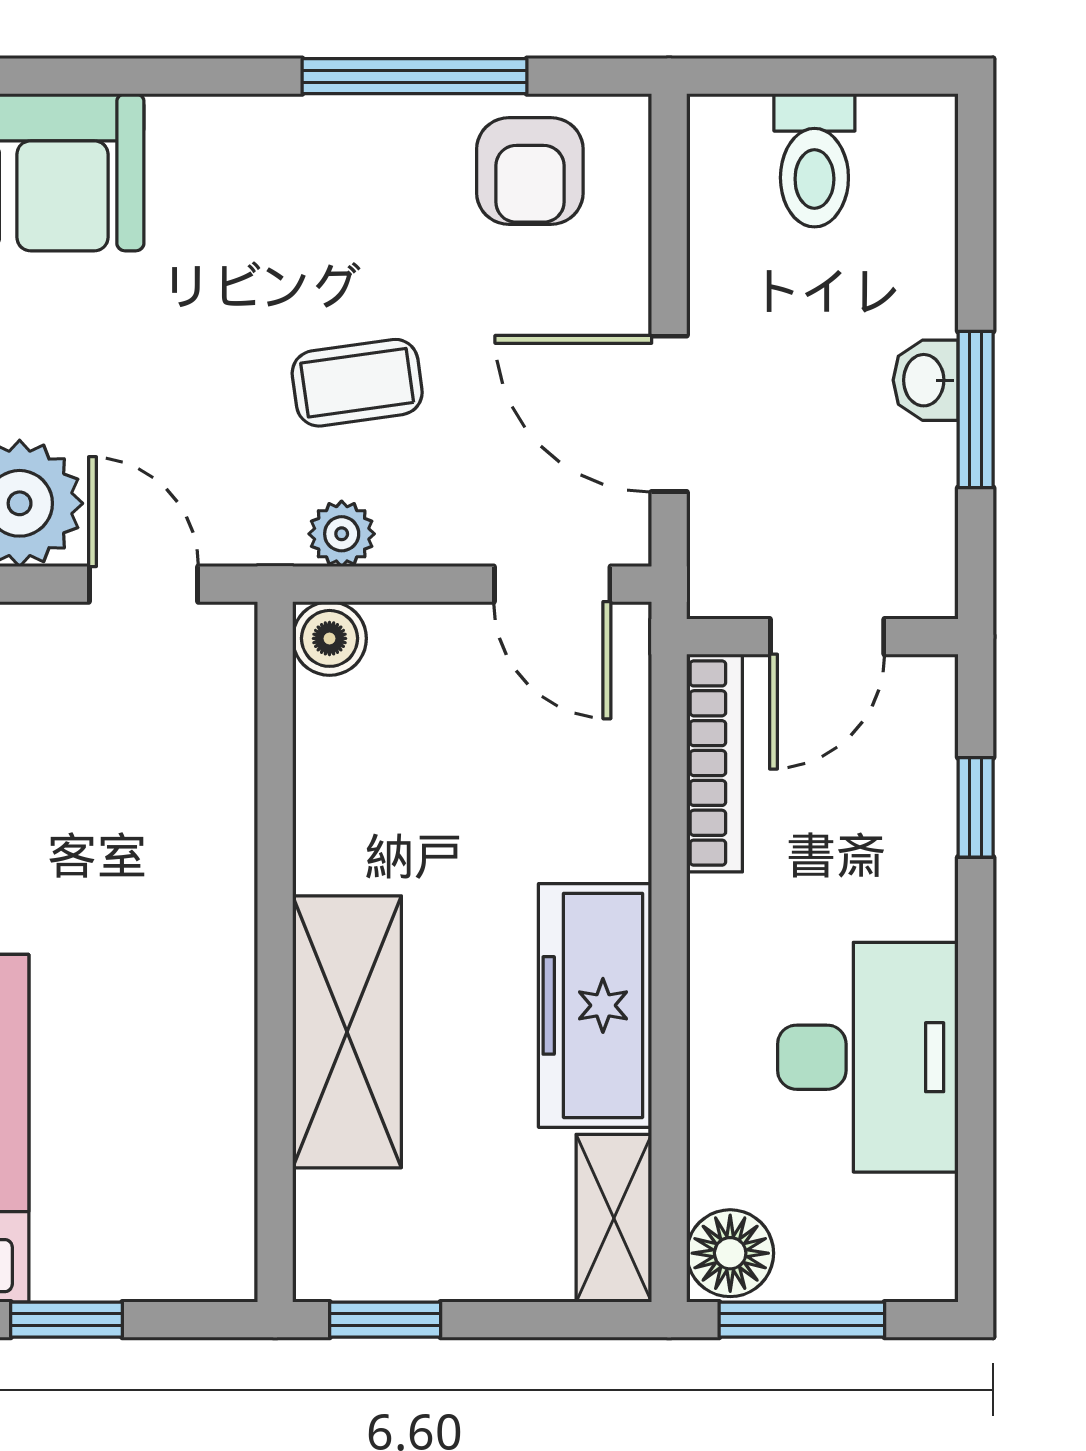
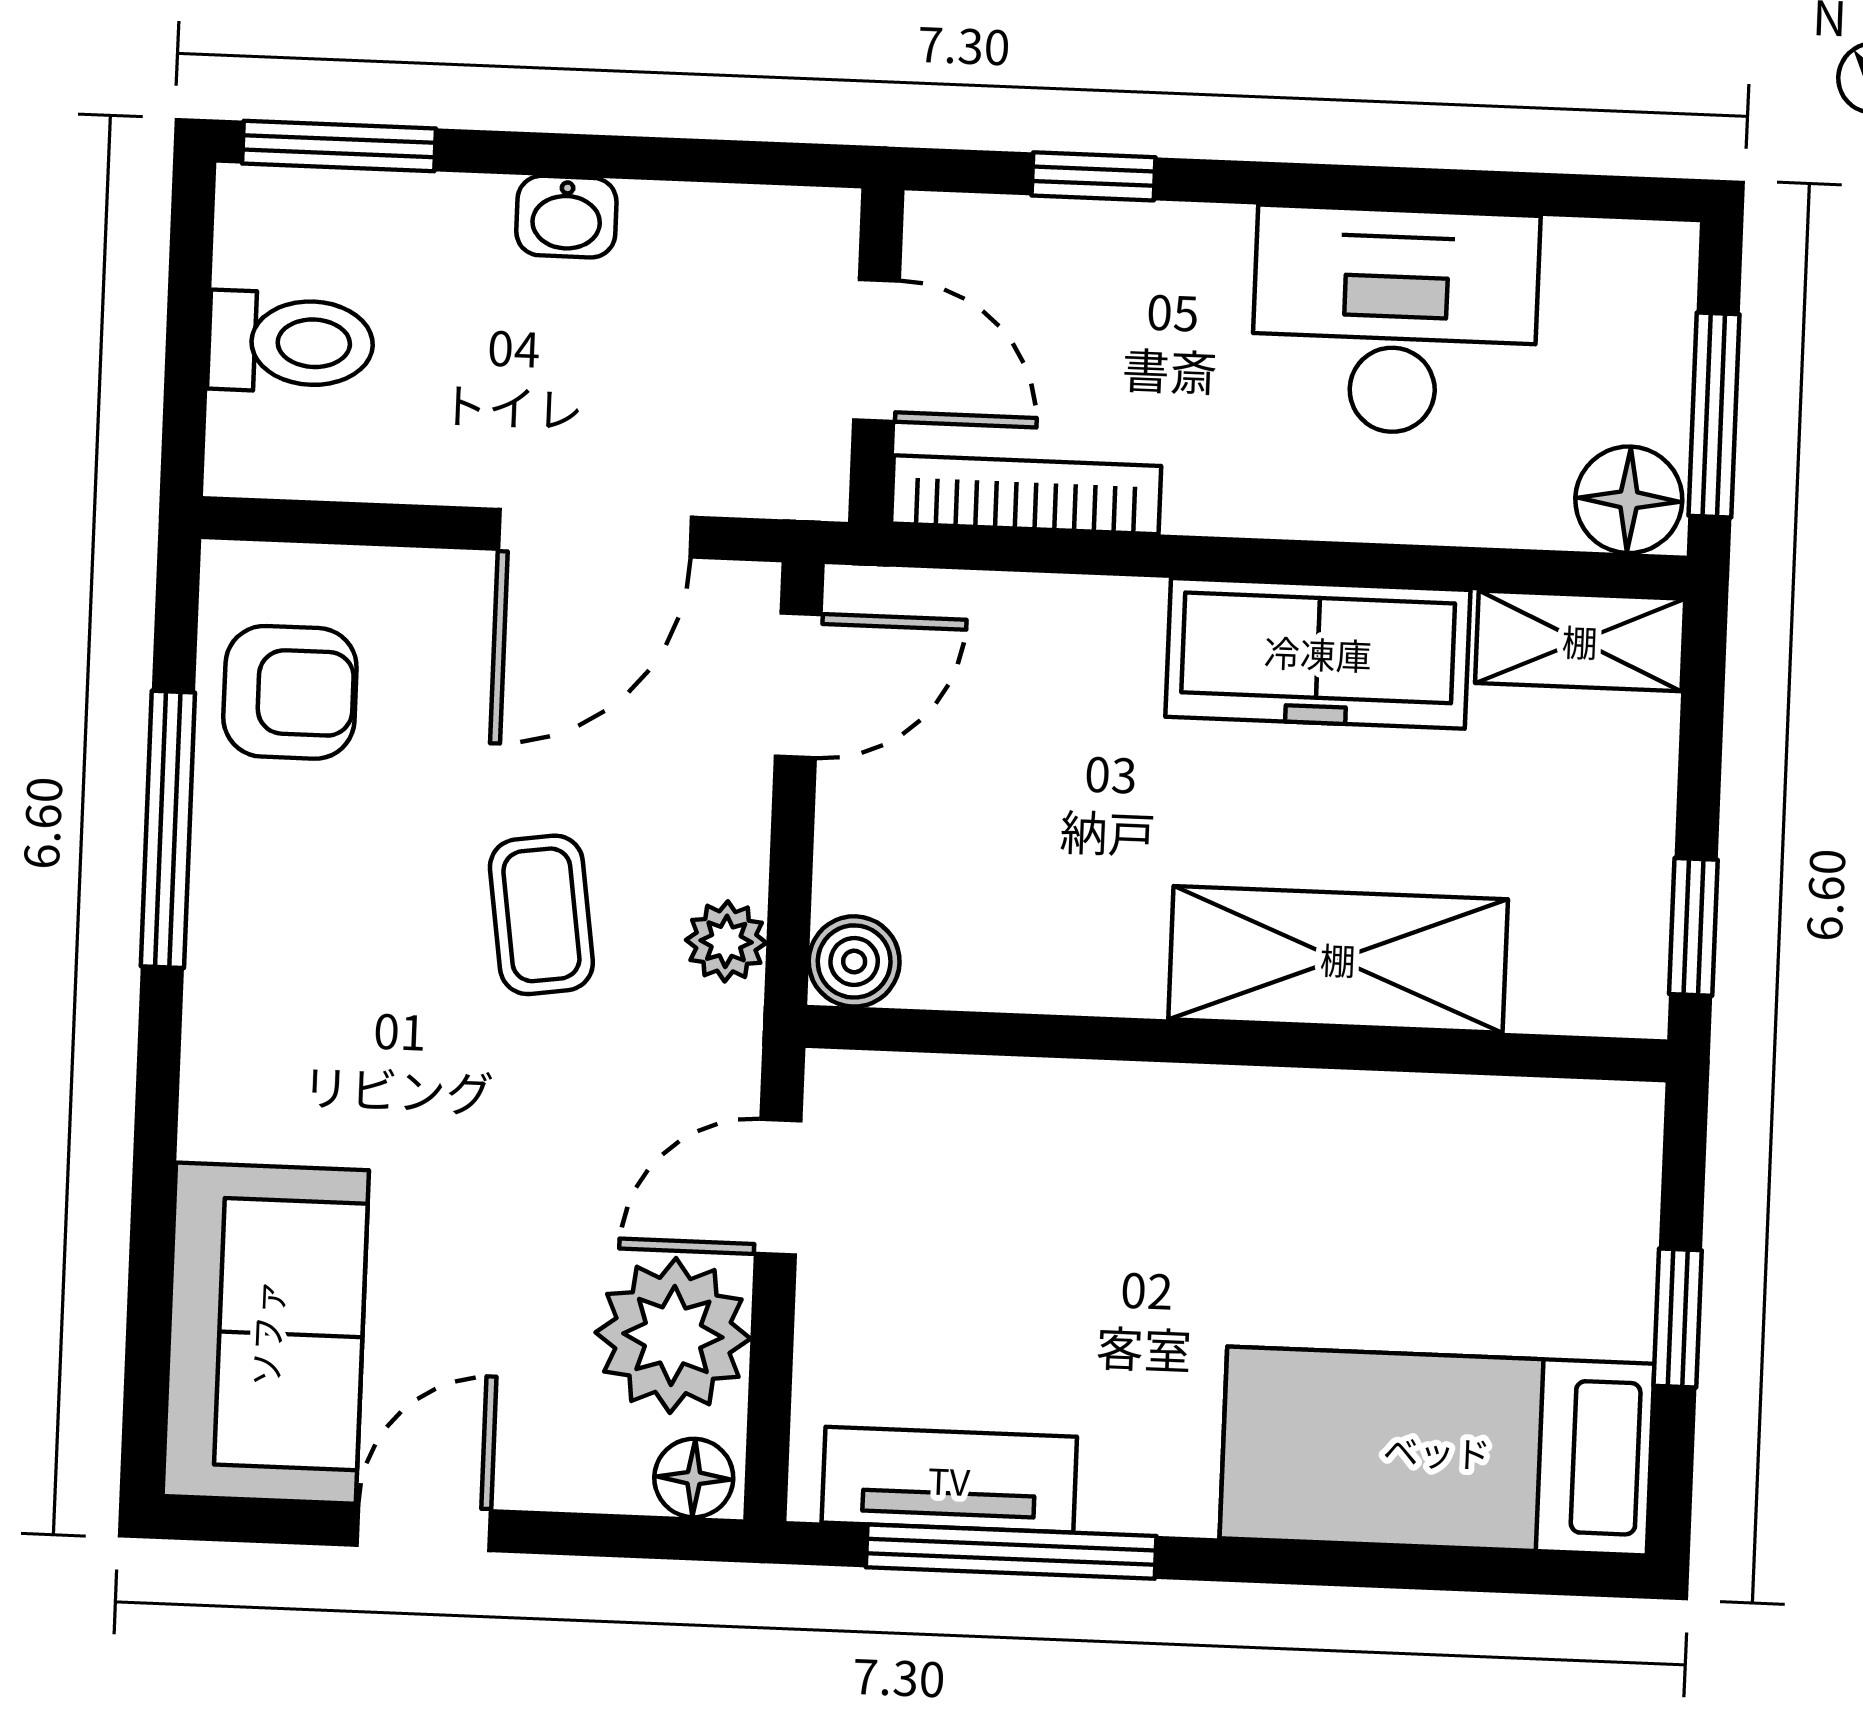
window: (976, 410) -> (339, 146), moved

